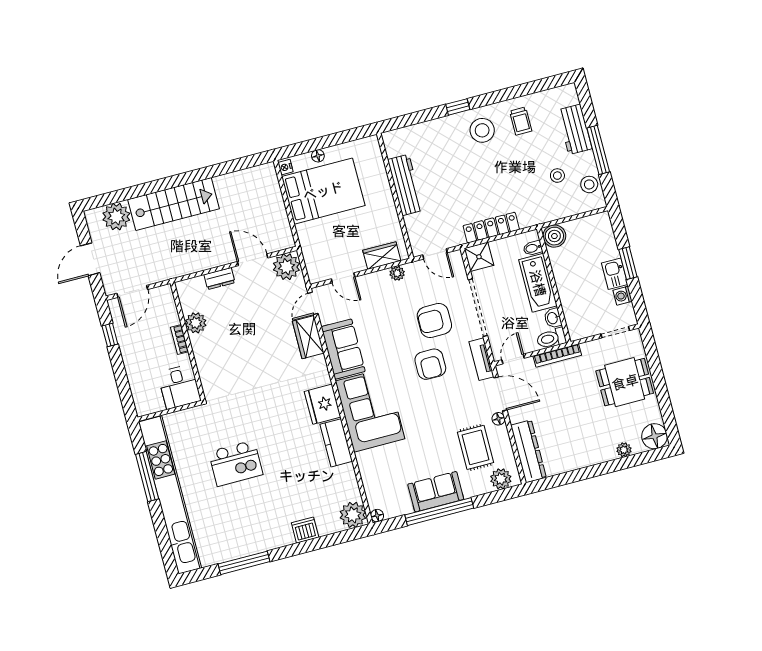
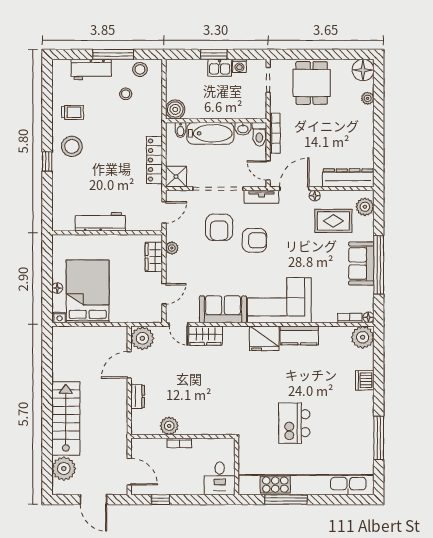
desk: (179, 387) -> (220, 478), moved, turned 90
kitchen island: (236, 463) -> (294, 423), turned 180
bookcase: (371, 495) -> (350, 318), added

